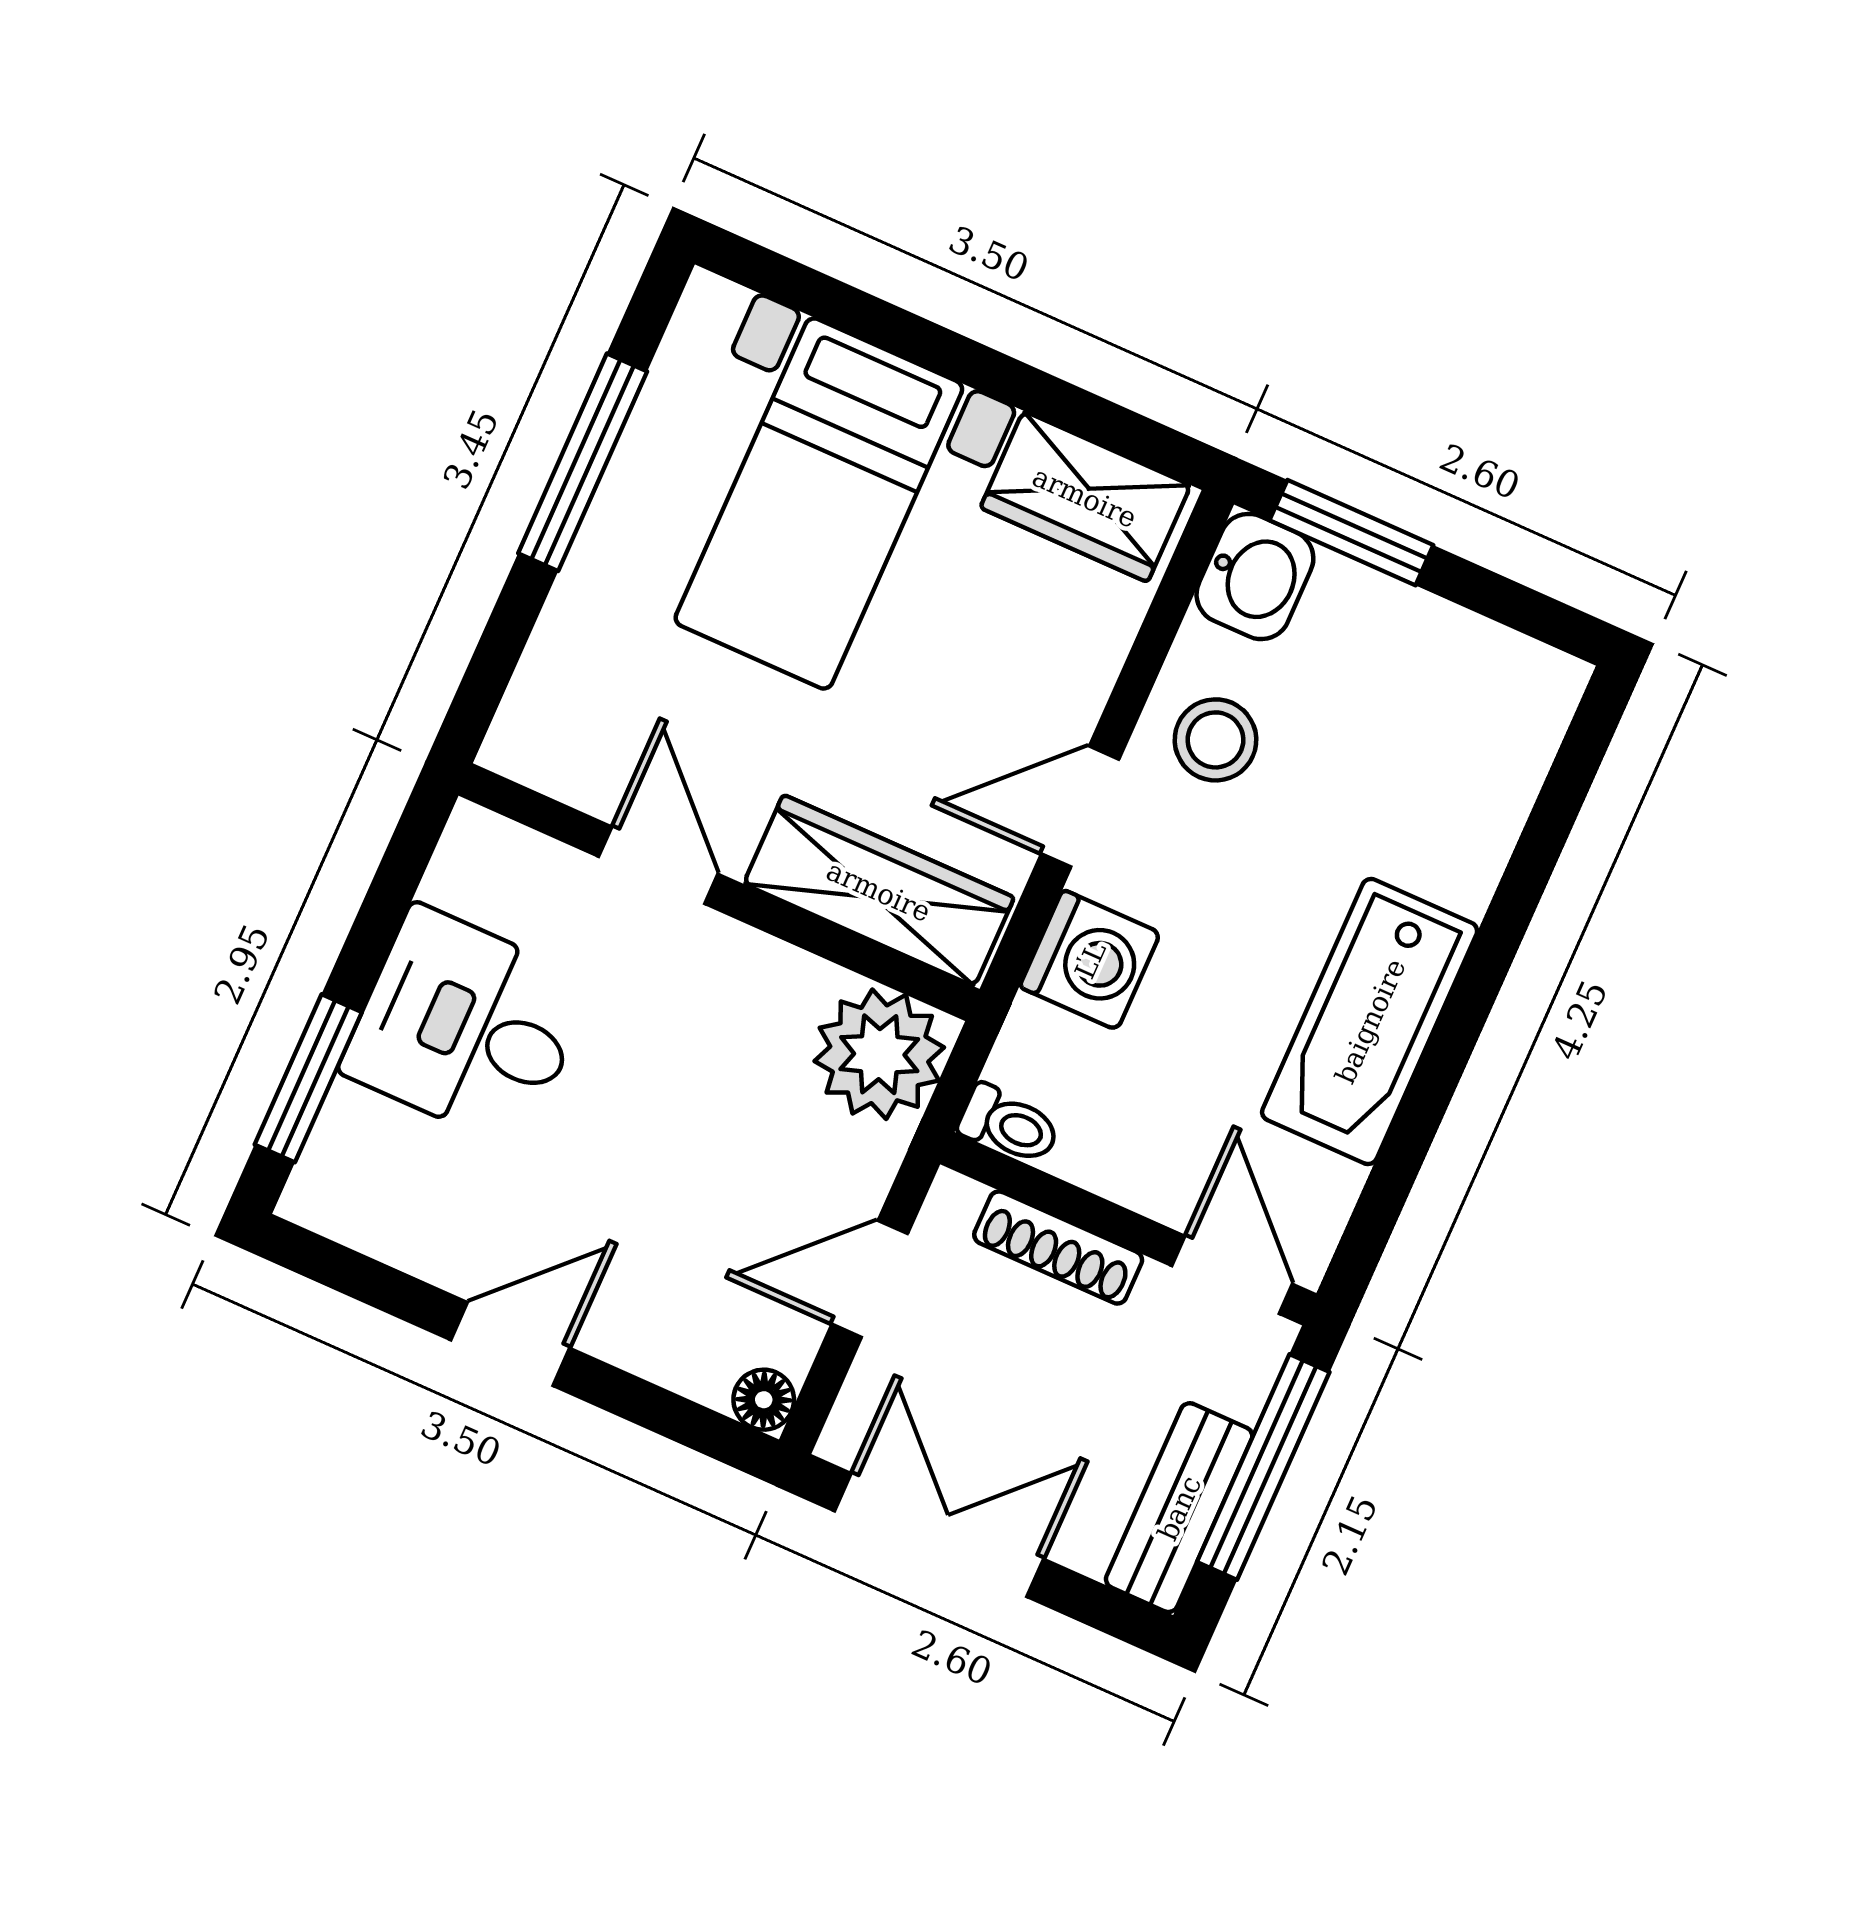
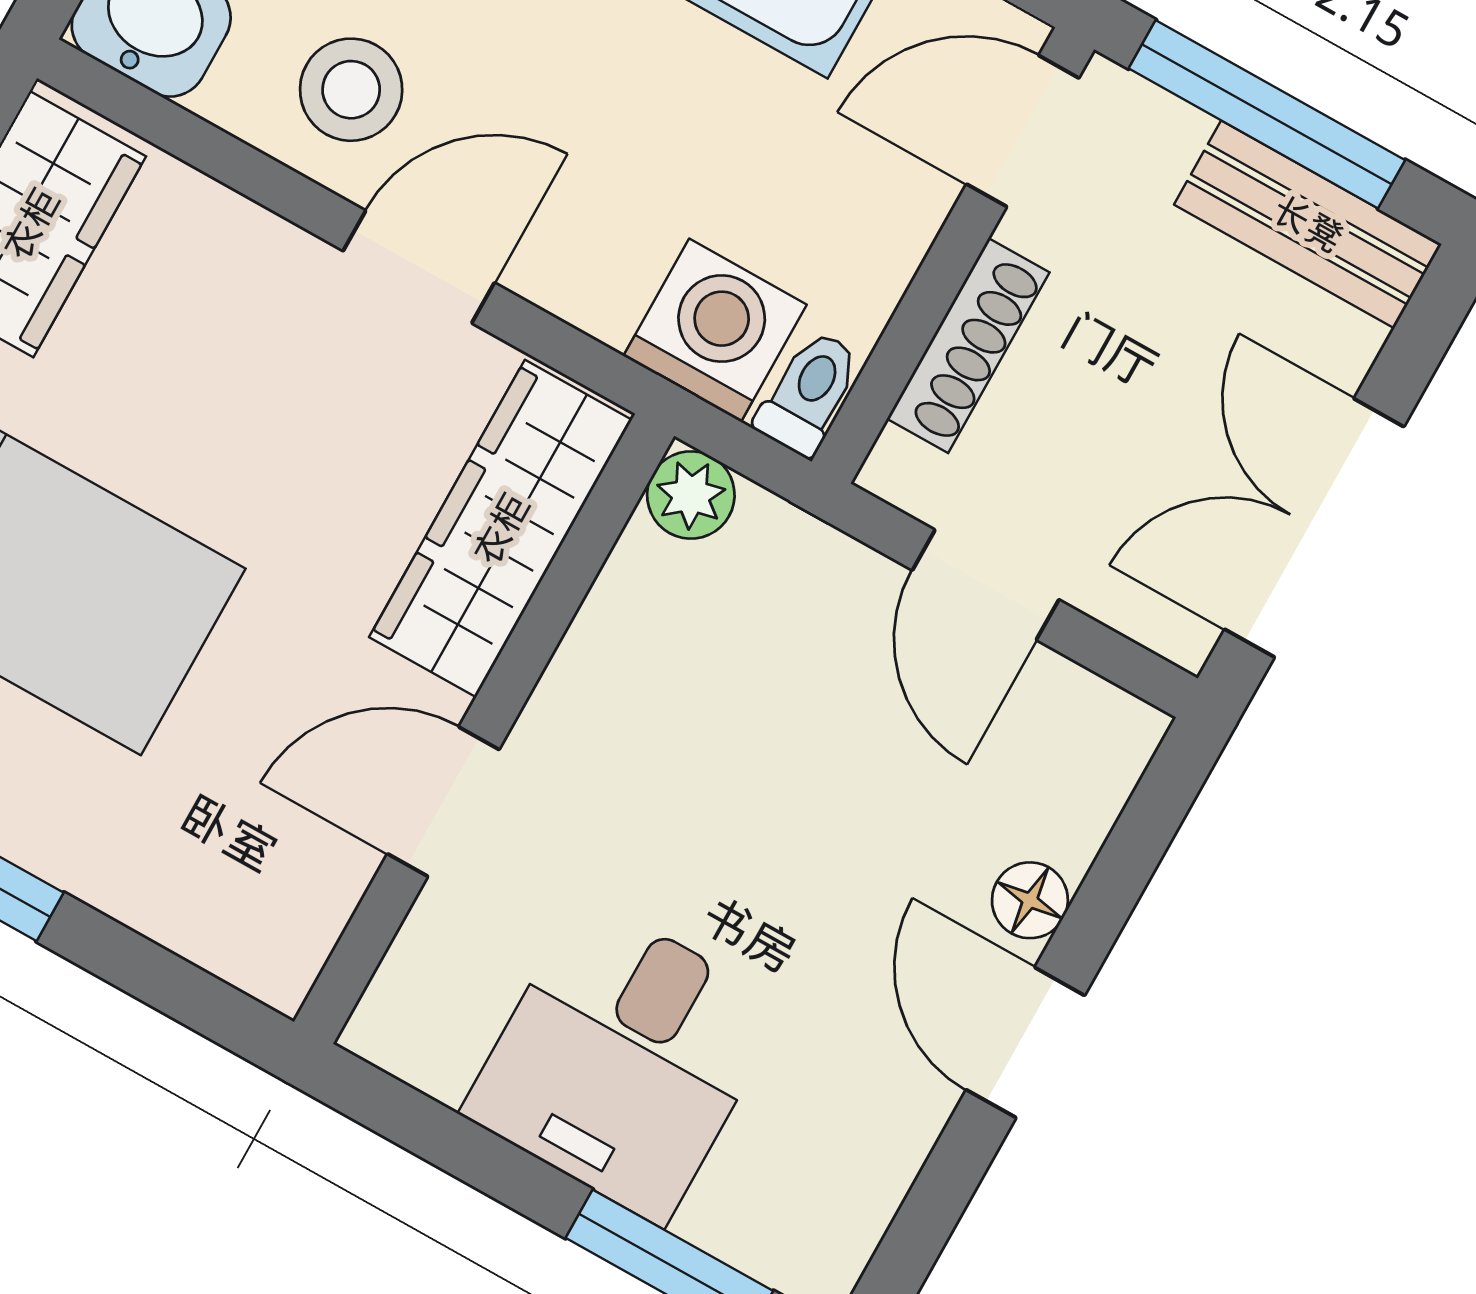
door: (1080, 807) -> (419, 267), swing flipped
washing machine: (1090, 960) -> (715, 330), moved
plant: (879, 1054) -> (691, 495), width x0.53, depth x0.53
floor lamp: (764, 1400) -> (1030, 900), moved

